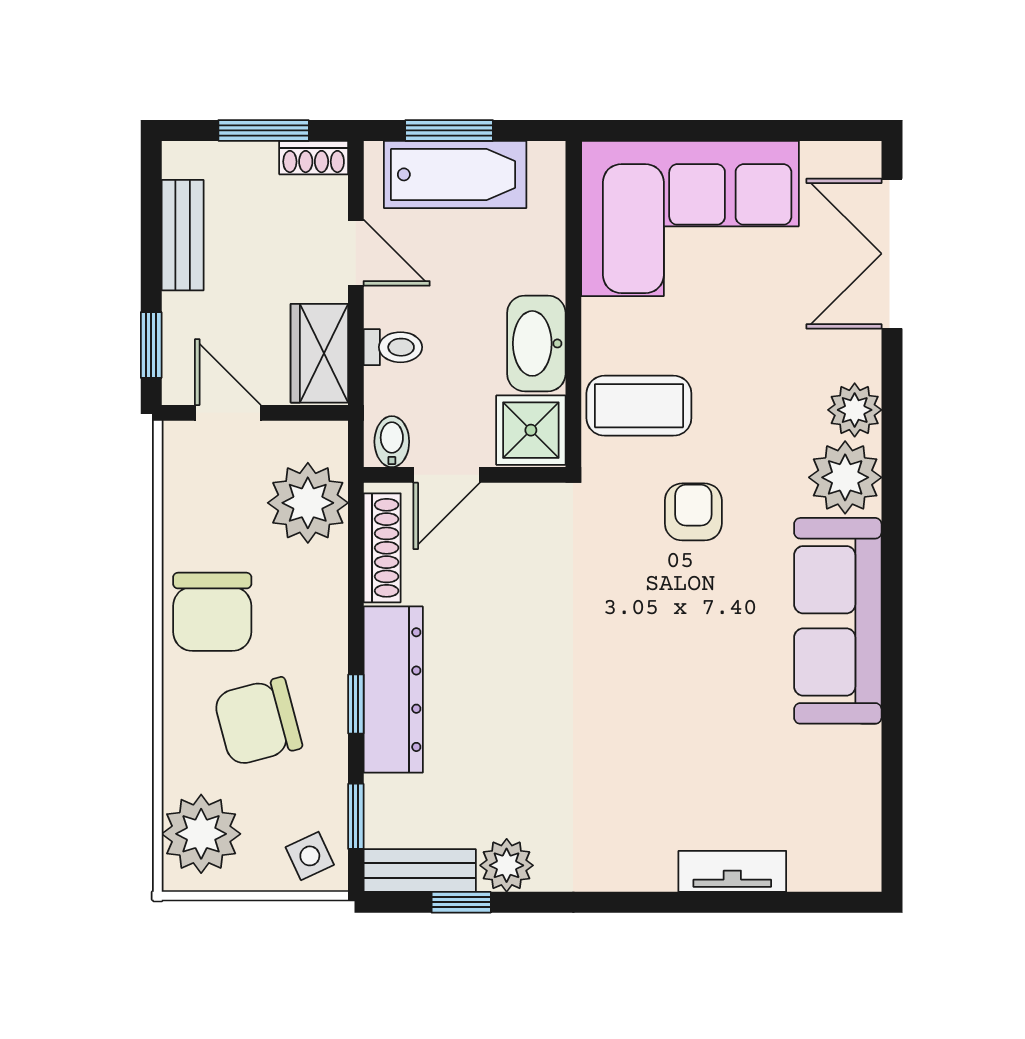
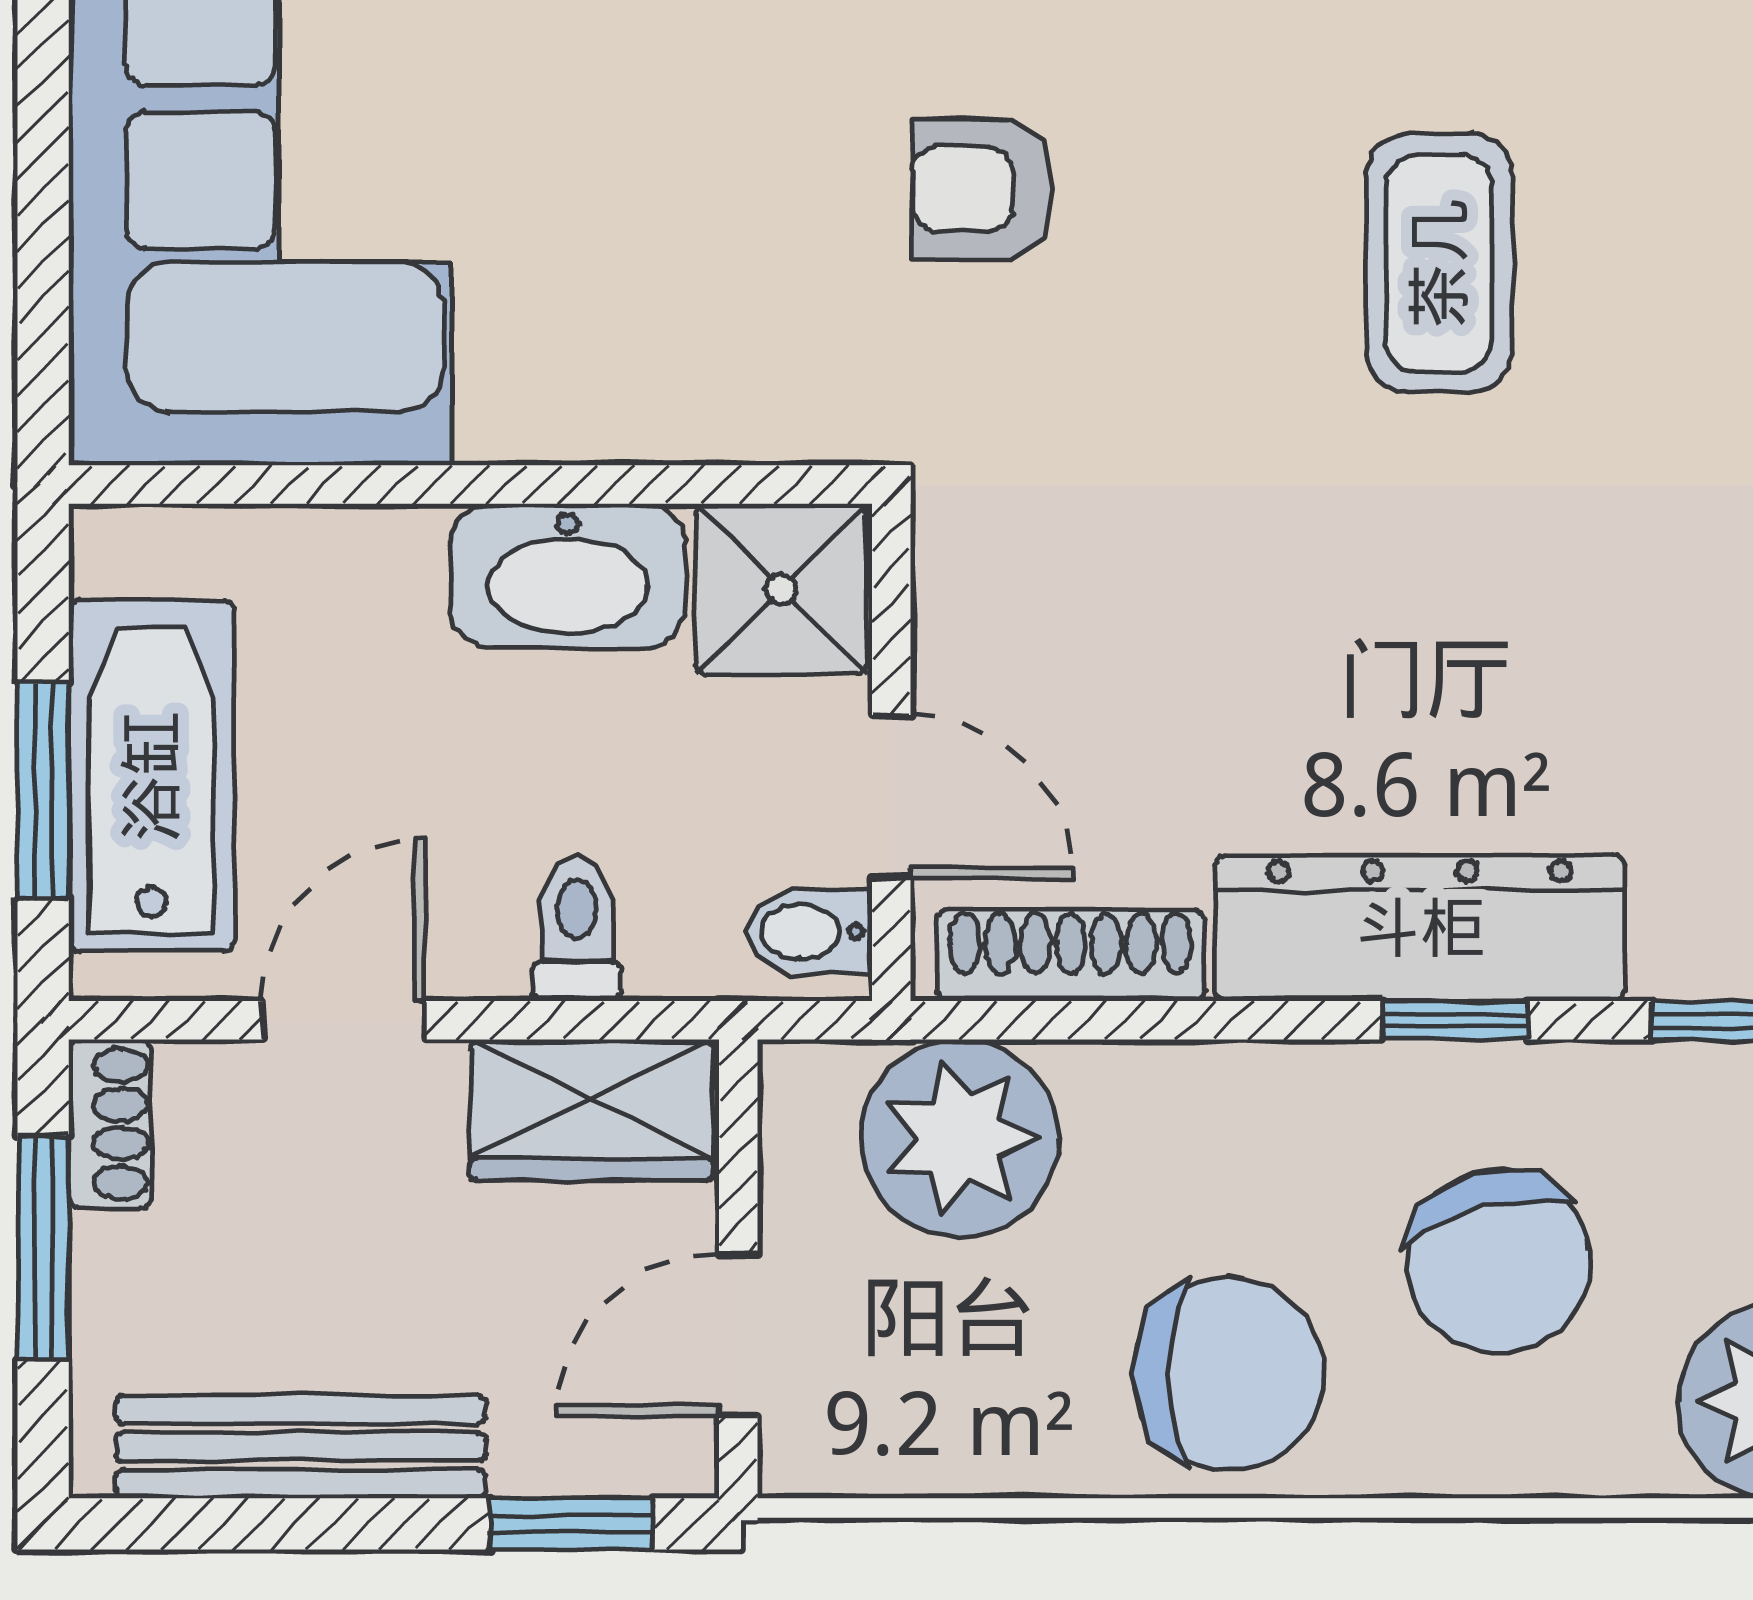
bench: (183, 235) -> (301, 1447), width x1.36
coffee table: (639, 406) -> (1439, 263), moved

